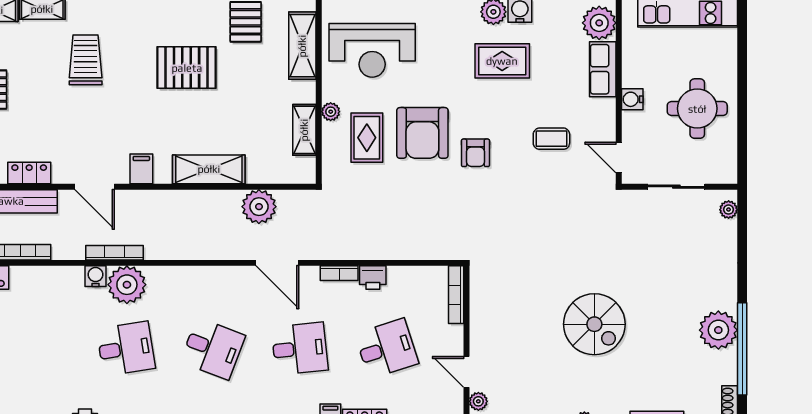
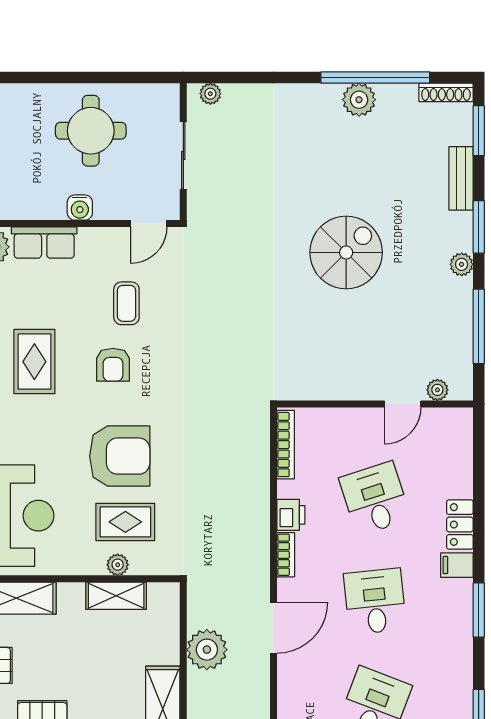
plant: (331, 112) -> (118, 565), moved
armchair: (475, 153) -> (113, 365), moved, turned 90
bookcase: (456, 295) -> (286, 445), moved, turned -90
plant: (718, 330) -> (359, 100), width x0.73, depth x0.73

